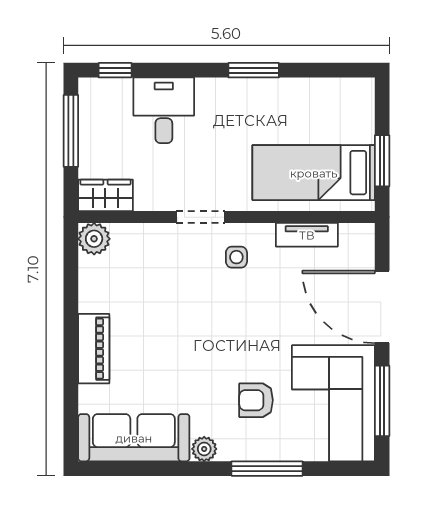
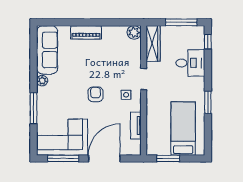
bed: (314, 173) -> (183, 129), moved
wardrobe: (105, 195) -> (153, 43), width x1.50
armchair: (256, 400) -> (96, 94), moved

